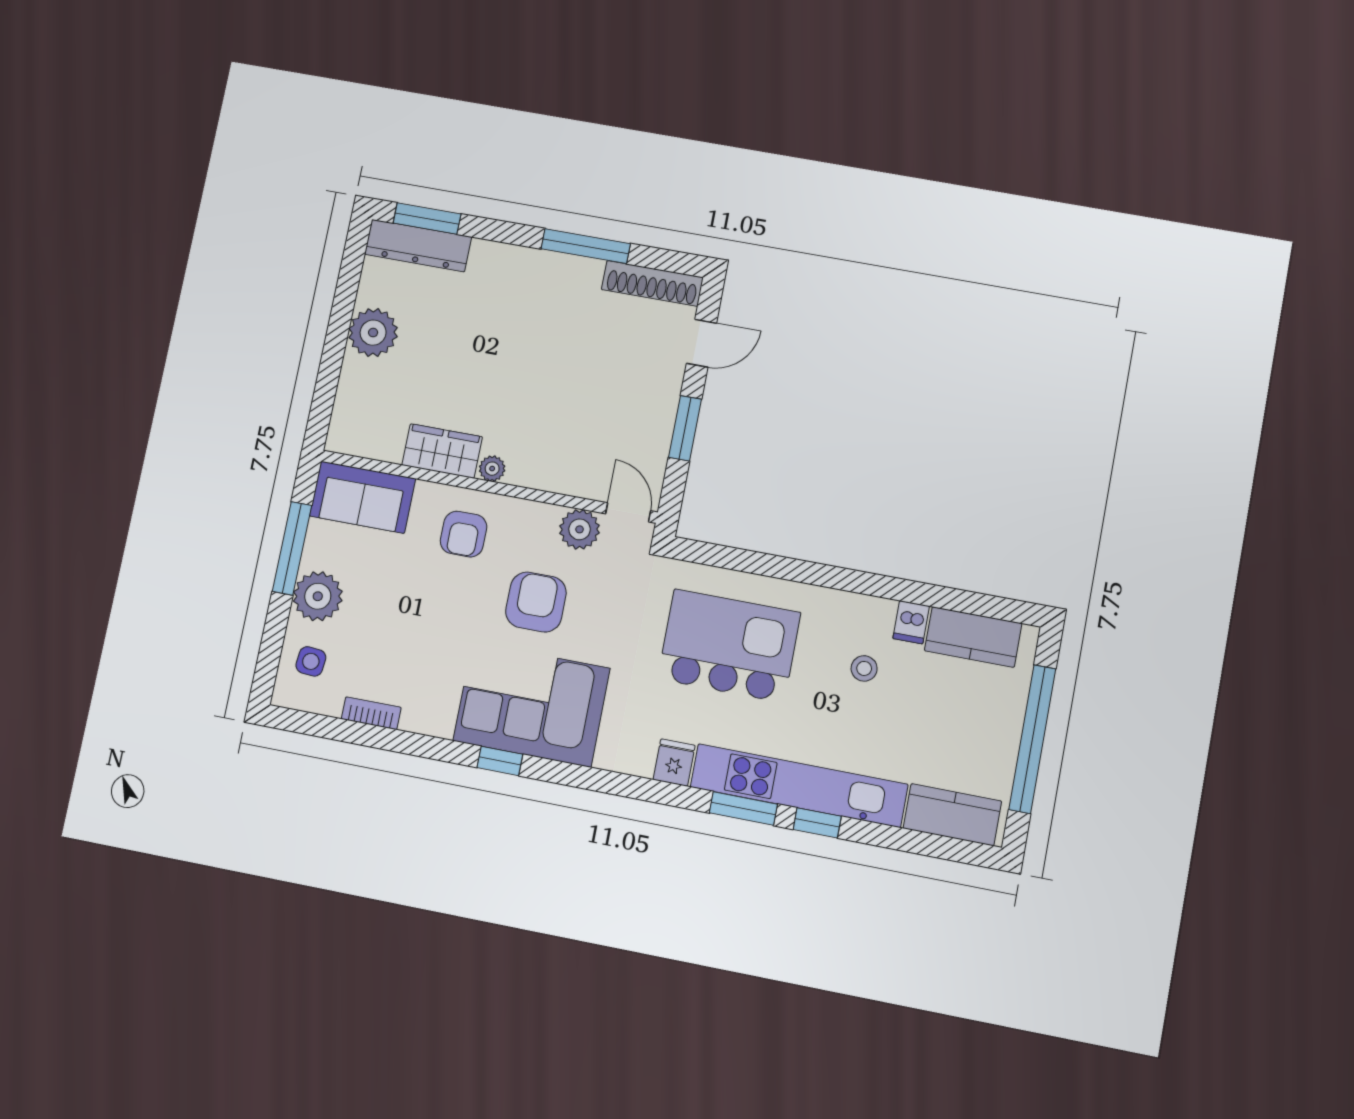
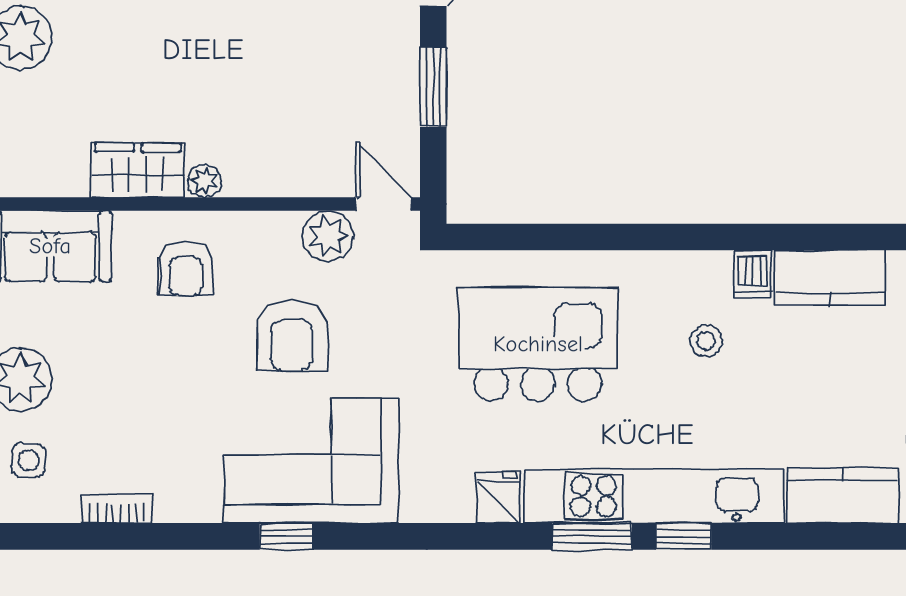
armchair: (536, 602) -> (292, 335), turned 180

